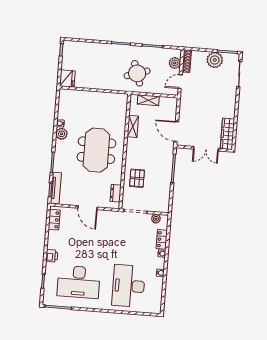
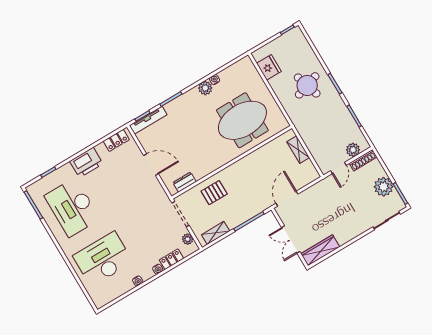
round table: (137, 73) -> (307, 85), moved
fridge: (67, 79) -> (269, 67), moved, turned -90
door: (180, 82) -> (338, 168), swing flipped
shelving: (133, 126) -> (216, 233), moved
meeting table: (96, 150) -> (242, 120), moved
door: (88, 208) -> (151, 165), swing flipped
printer: (52, 256) -> (86, 162), width x1.87, depth x1.48

